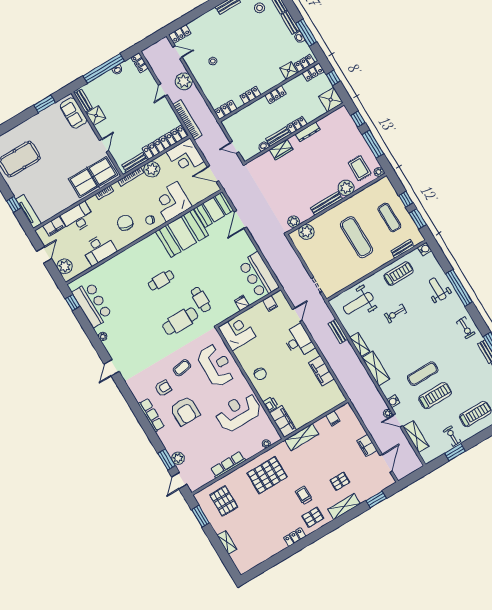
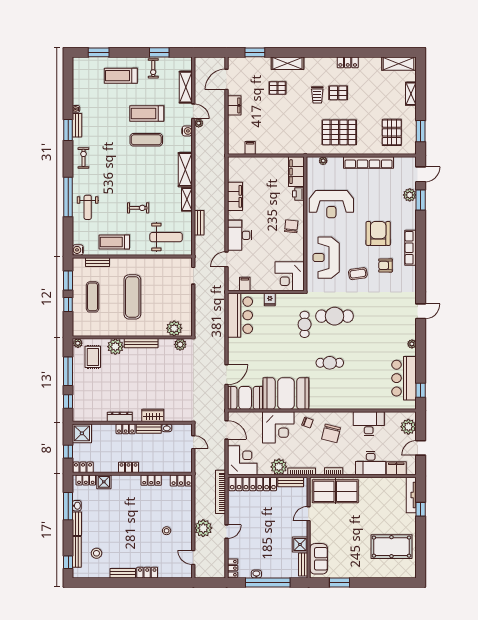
locker: (180, 34) -> (147, 573), moved
shelving: (302, 437) -> (399, 64), moved
row of seats: (228, 465) -> (368, 163), width x1.36
pallet: (313, 517) -> (338, 93), moved

